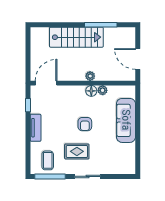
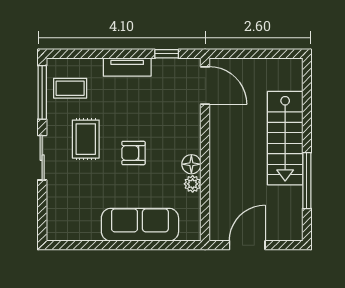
plant: (90, 76) -> (217, 162), removed

